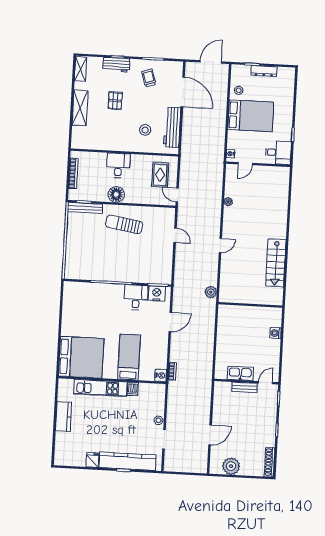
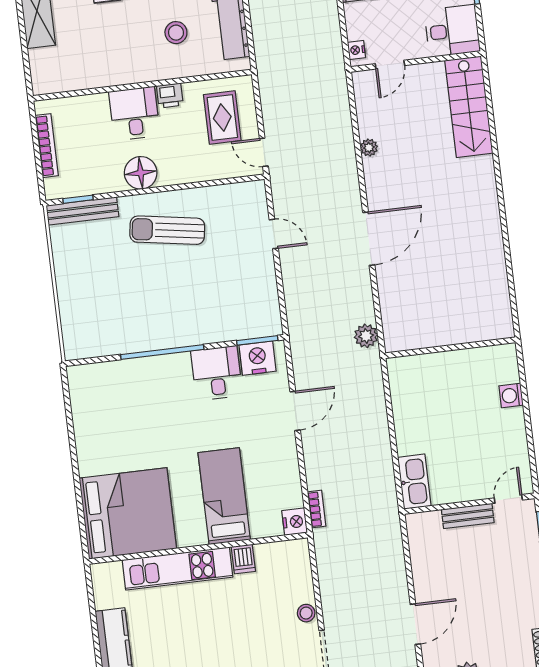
printer: (137, 160) -> (170, 95), added
door: (220, 246) -> (369, 239), width x1.88
stairs: (276, 263) -> (469, 107), moved
kitchen sink: (240, 373) -> (414, 482), moved, turned 90

